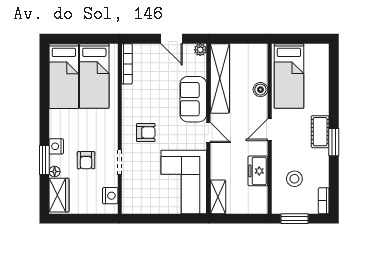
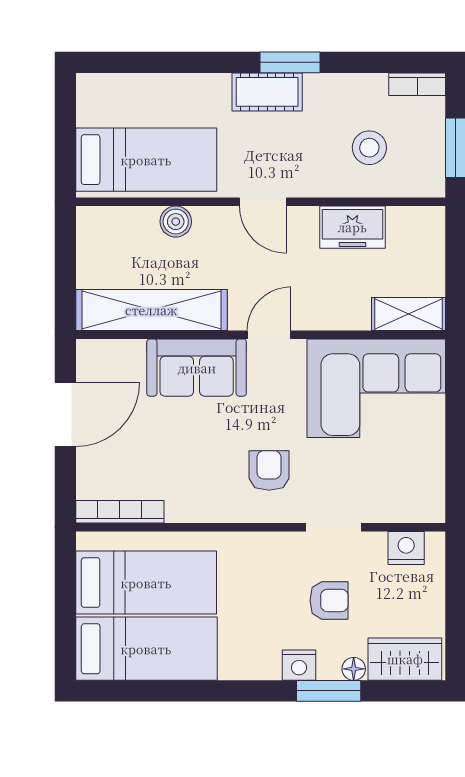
door: (172, 39) -> (65, 414), width x1.38
plant: (200, 50) -> (89, 352), removed

